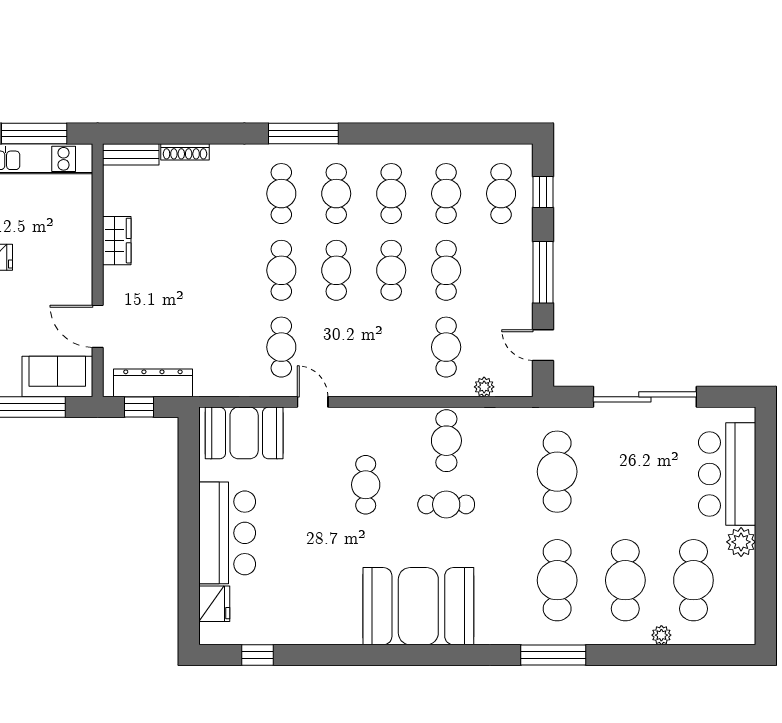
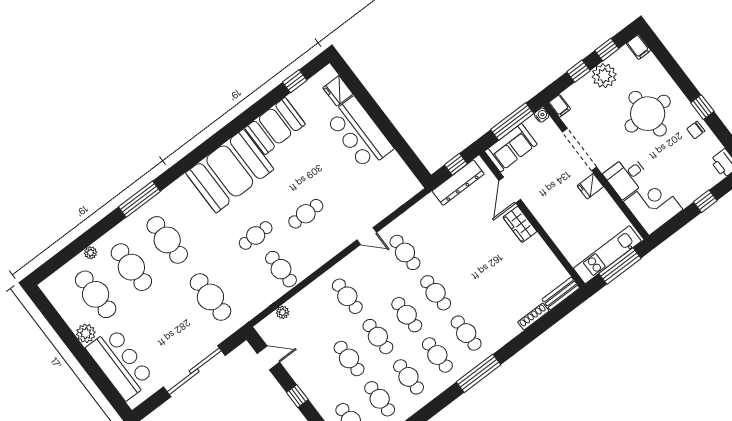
wardrobe: (117, 241) -> (520, 224), moved
window: (543, 272) -> (297, 396), width x0.46
door: (98, 326) -> (510, 190), swing flipped
cafe table: (446, 347) -> (347, 296), moved
booth: (244, 433) -> (275, 126), moved
cafe table: (366, 485) -> (306, 214), turned 90

